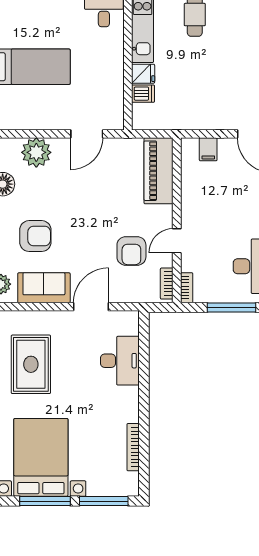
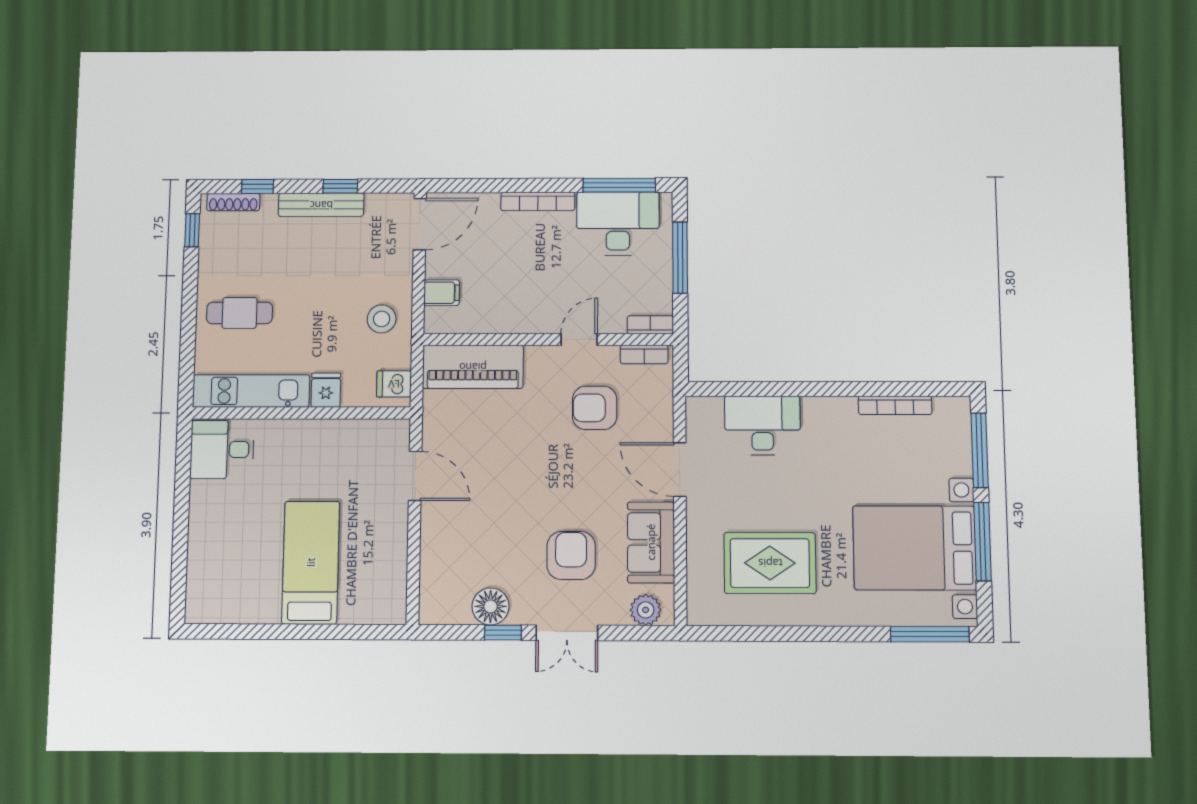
dishwasher: (143, 94) -> (394, 384), moved, turned -90
stool: (191, 110) -> (382, 319), added
plant: (36, 152) -> (442, 554), removed
door: (177, 241) -> (579, 339), swing flipped
armchair: (131, 251) -> (595, 408), turned 180

